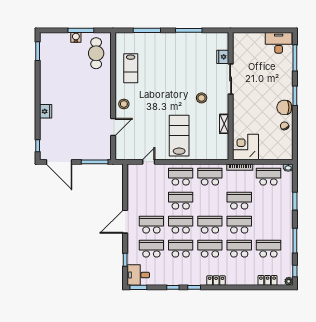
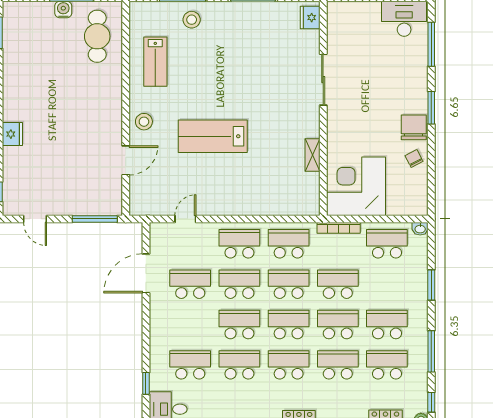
fridge: (223, 57) -> (310, 18), moved
stool: (202, 98) -> (192, 20), moved
chair: (284, 107) -> (414, 127), turned 90
lab bench: (179, 136) -> (213, 136), moved, turned -90
corner desk: (245, 147) -> (356, 186), width x1.36, depth x1.36
door: (59, 162) -> (35, 219), width x0.53
school desk: (210, 201) -> (289, 284), added
door: (125, 222) -> (146, 273), moved
school desk: (151, 225) -> (190, 284), moved
school desk: (268, 225) -> (387, 325), added

